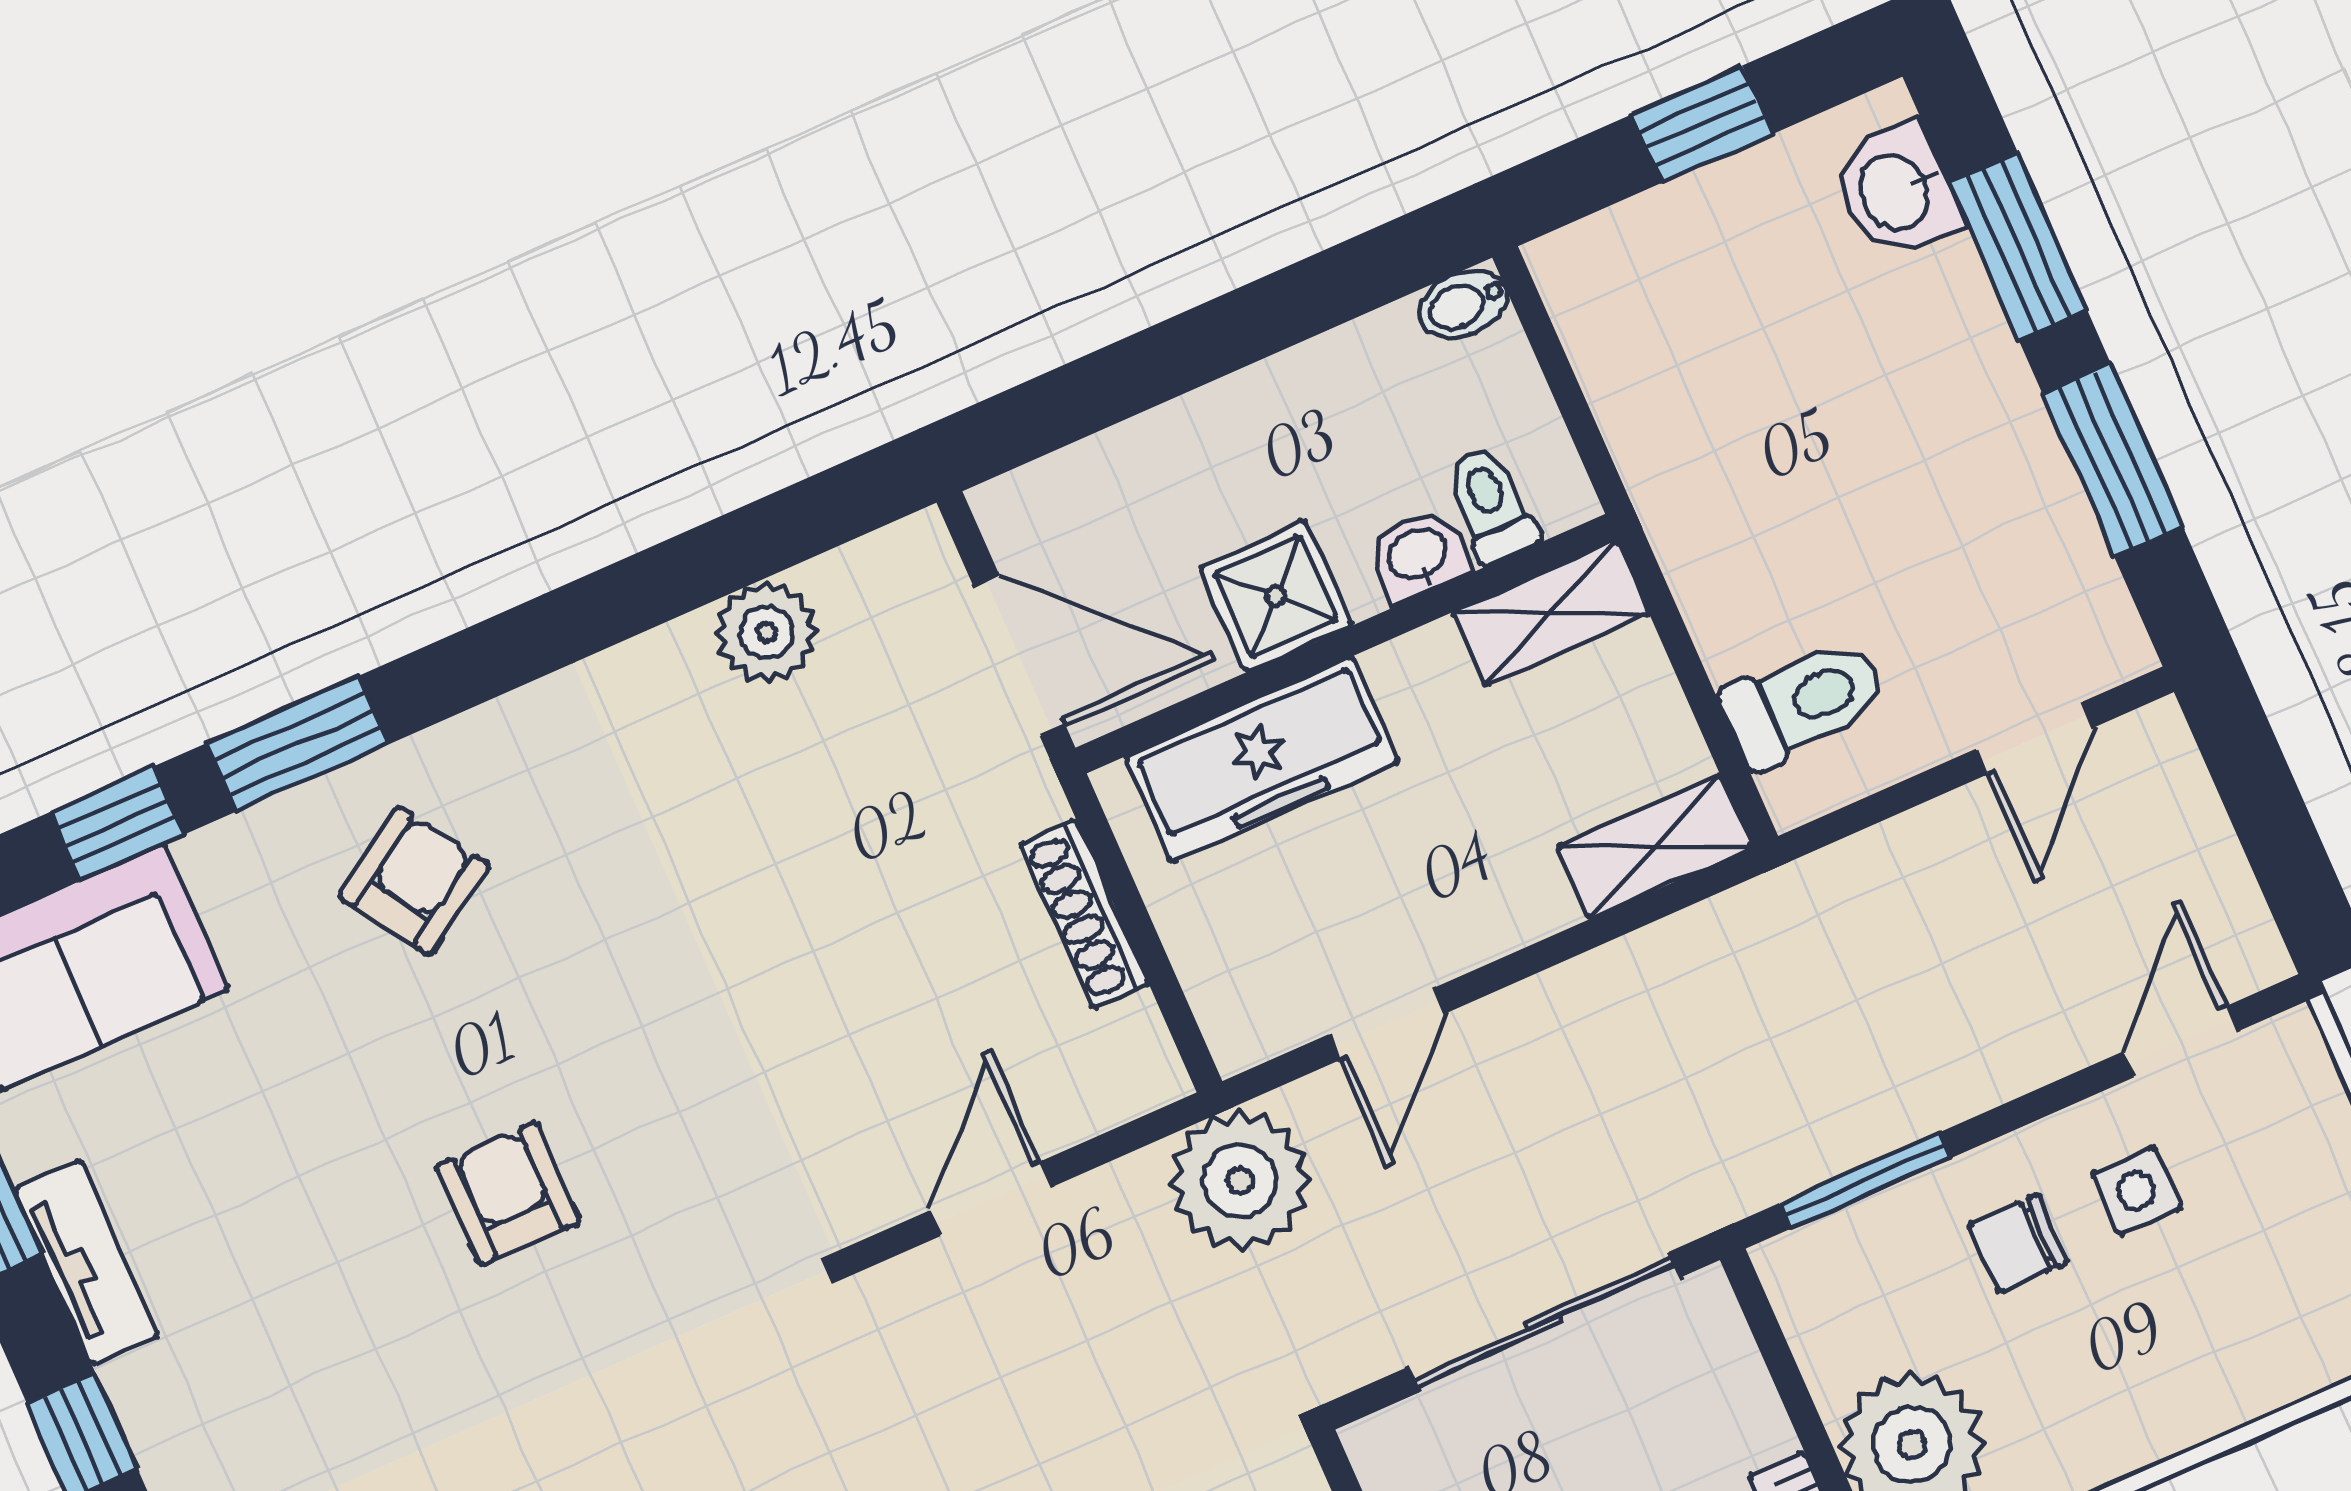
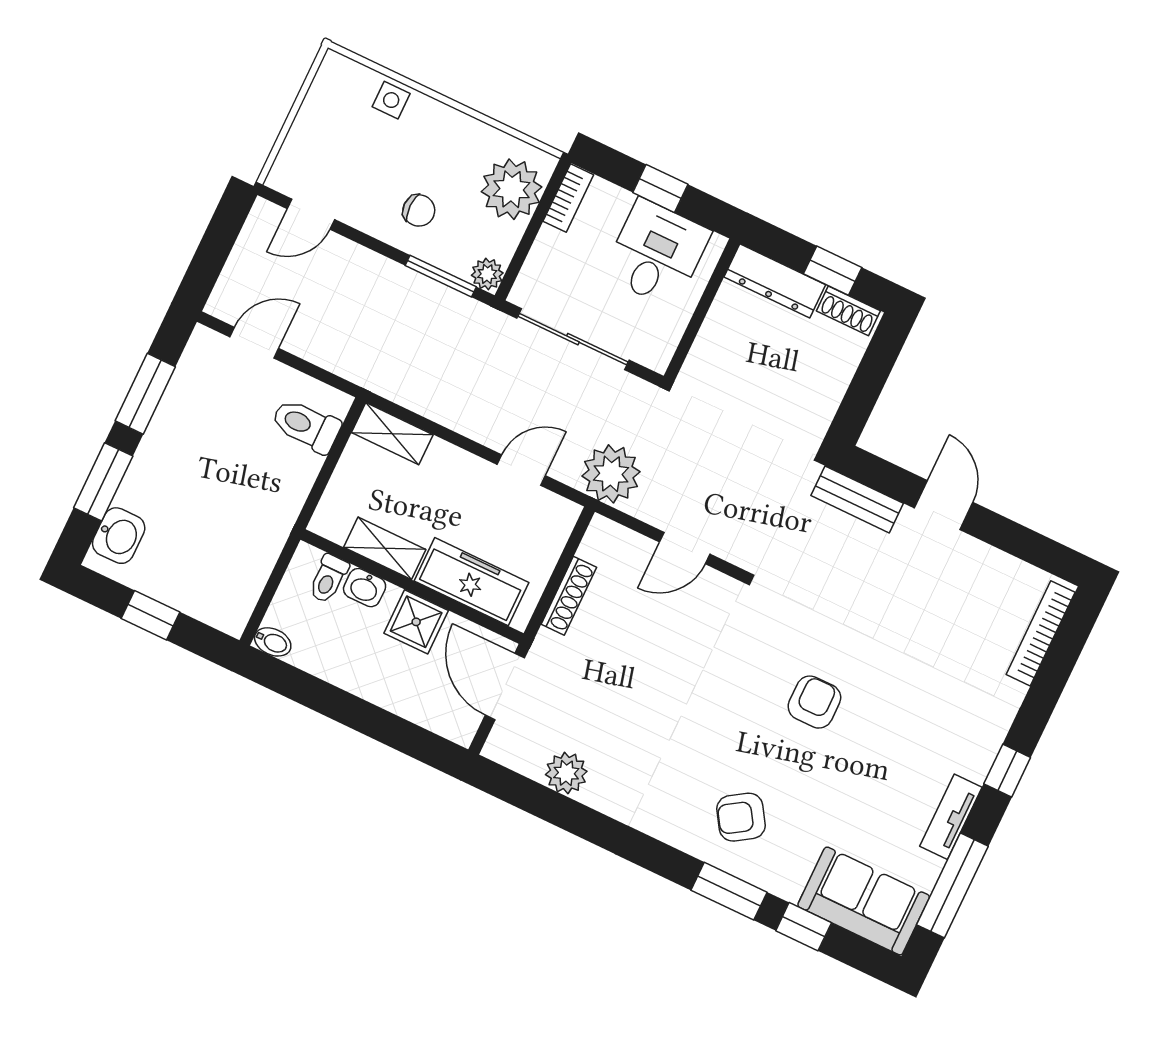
shelving: (1551, 613) -> (385, 548), moved
side table: (2137, 1191) -> (391, 100), moved
armchair: (508, 1194) -> (814, 702), turned 180
plant: (1796, 1268) -> (487, 274), added

